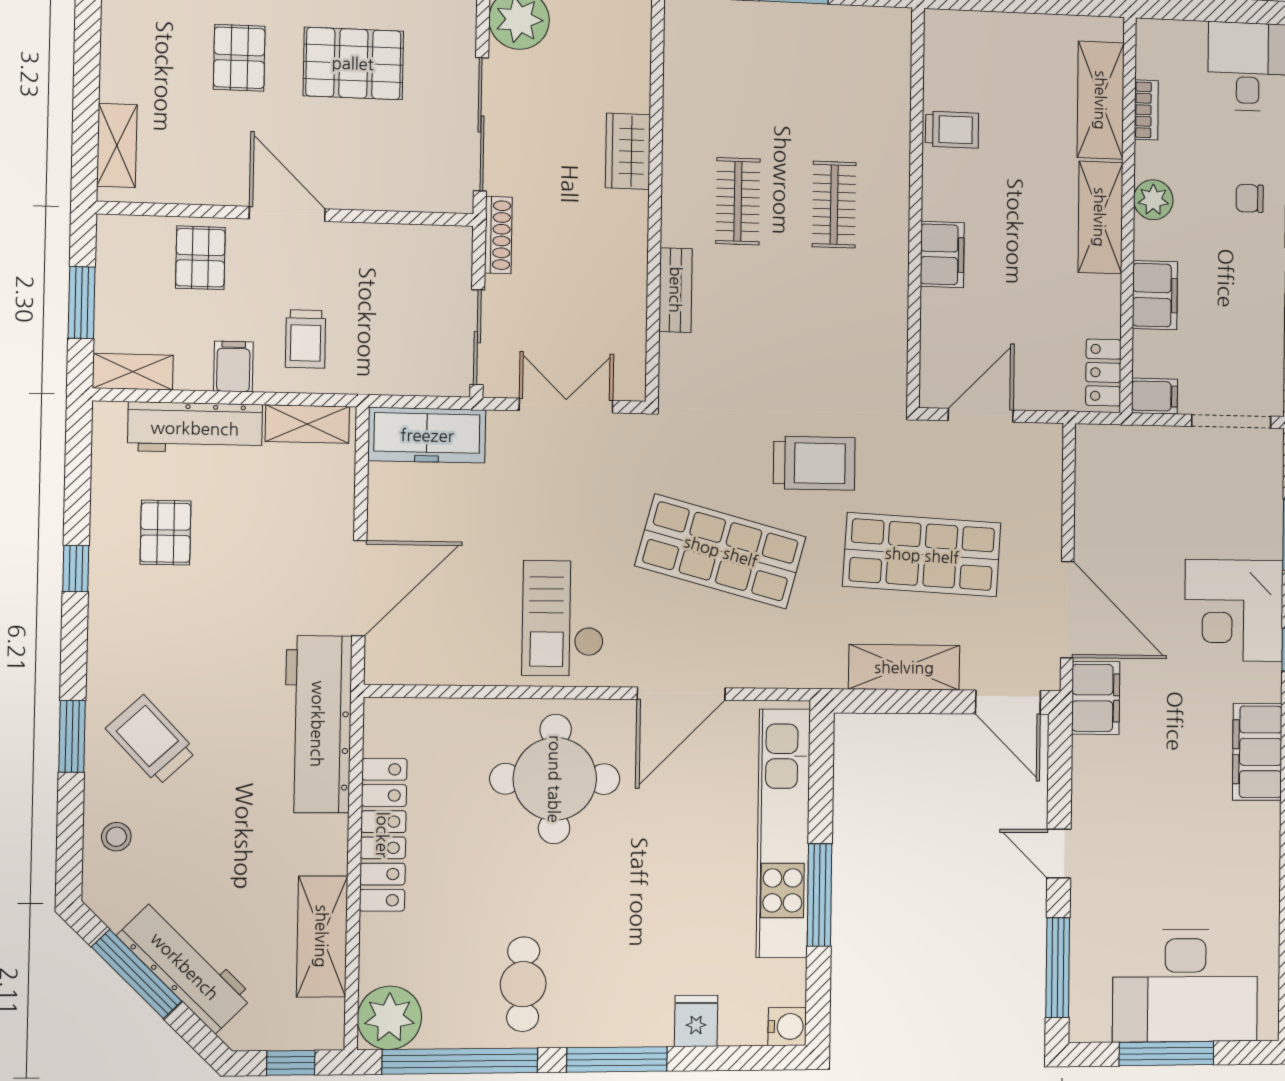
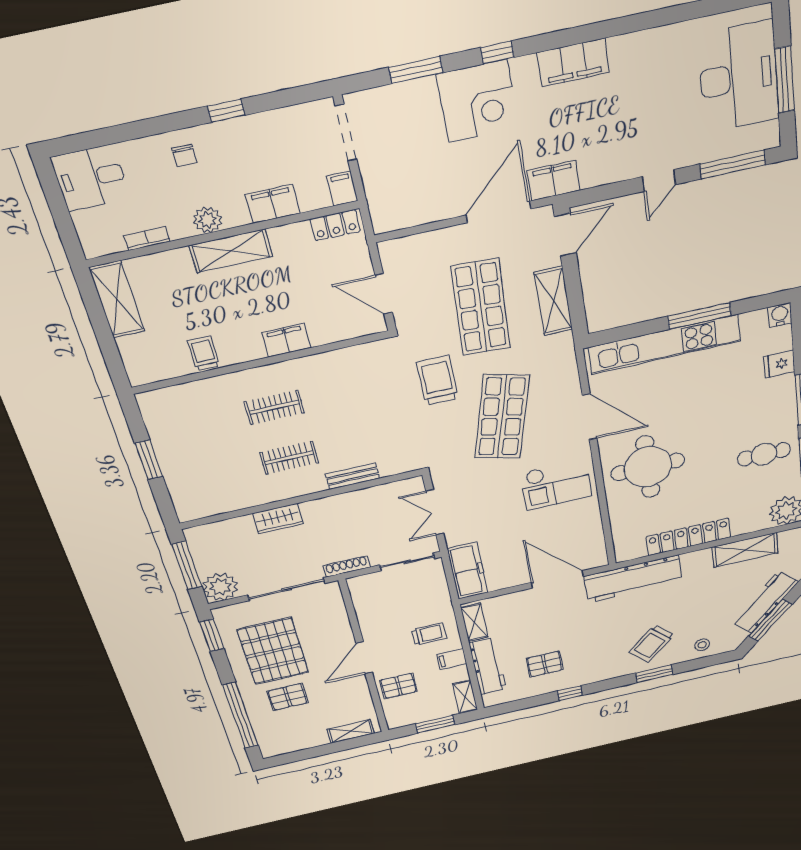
pallet: (353, 63) -> (273, 651), width x1.37, depth x1.41
shelving: (1101, 100) -> (117, 300), moved, turned 90

